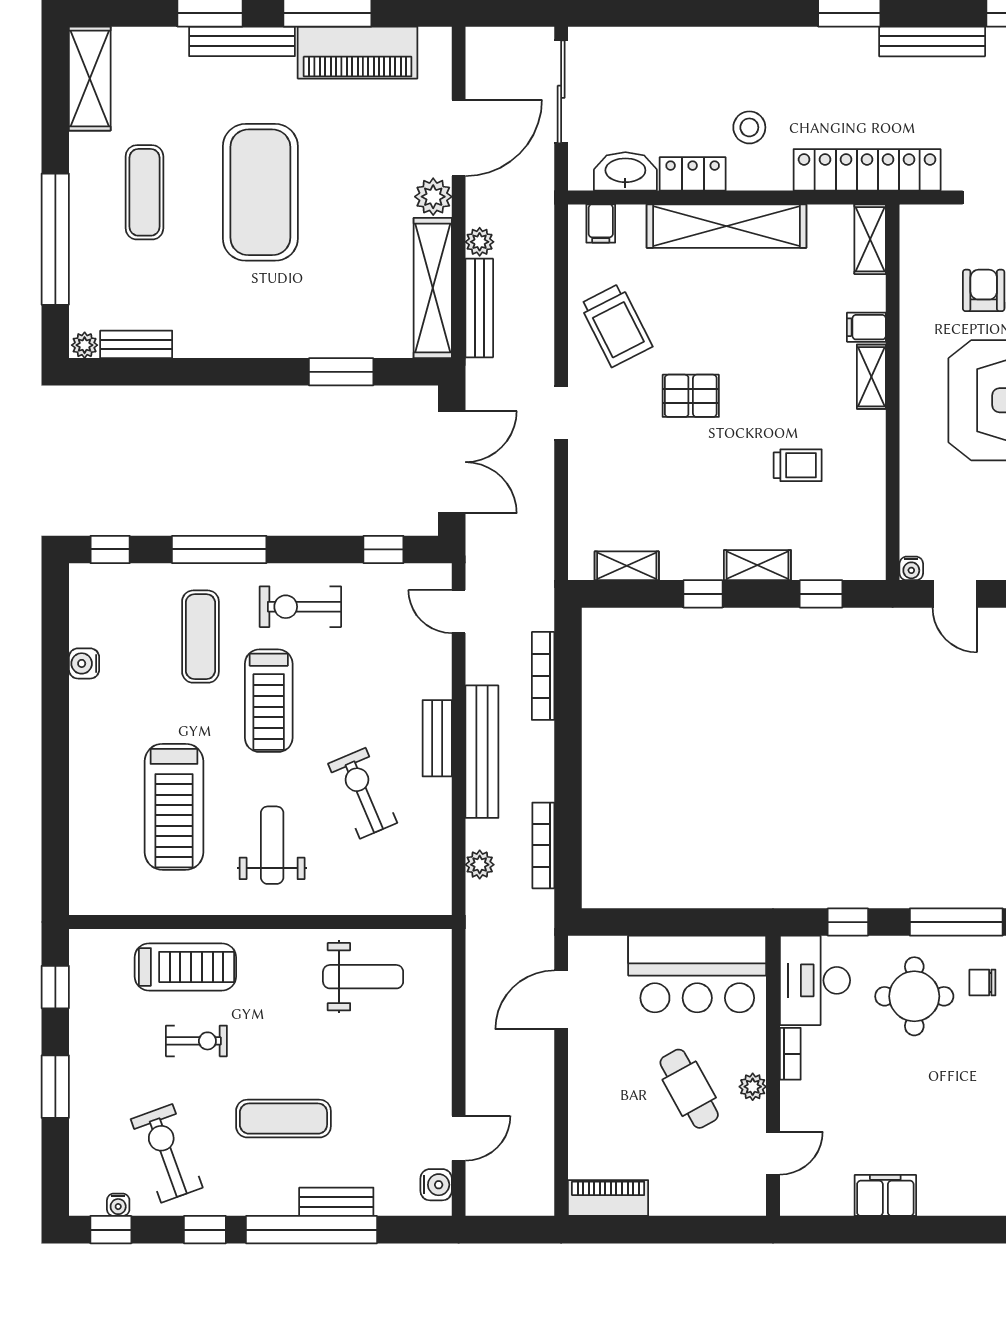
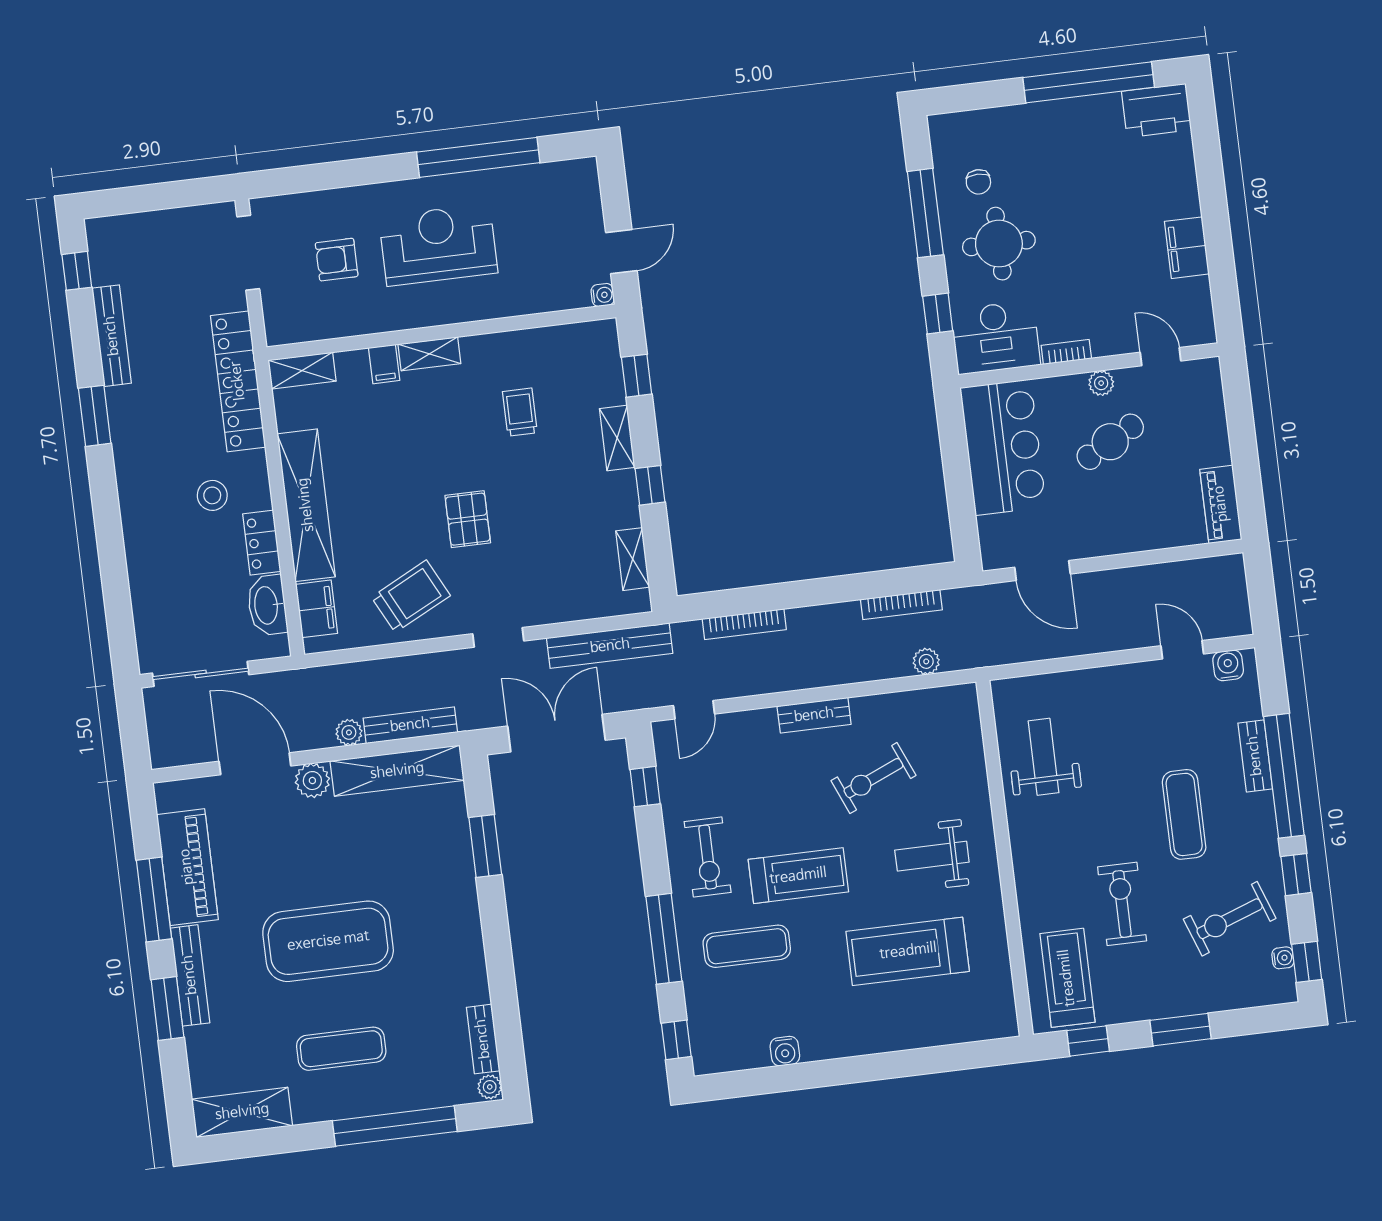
filing cabinet: (601, 224) -> (317, 609), width x2.00
bench: (482, 752) -> (610, 646), moved
treadmill: (174, 807) -> (908, 951), turned 180
treadmill: (185, 967) -> (1067, 978), moved
exercise bike: (196, 1041) -> (1122, 904), width x1.38, depth x1.39

